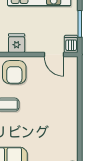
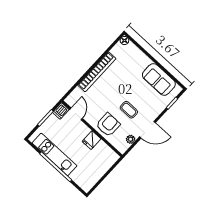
bookcase: (71, 112) -> (97, 72), added

